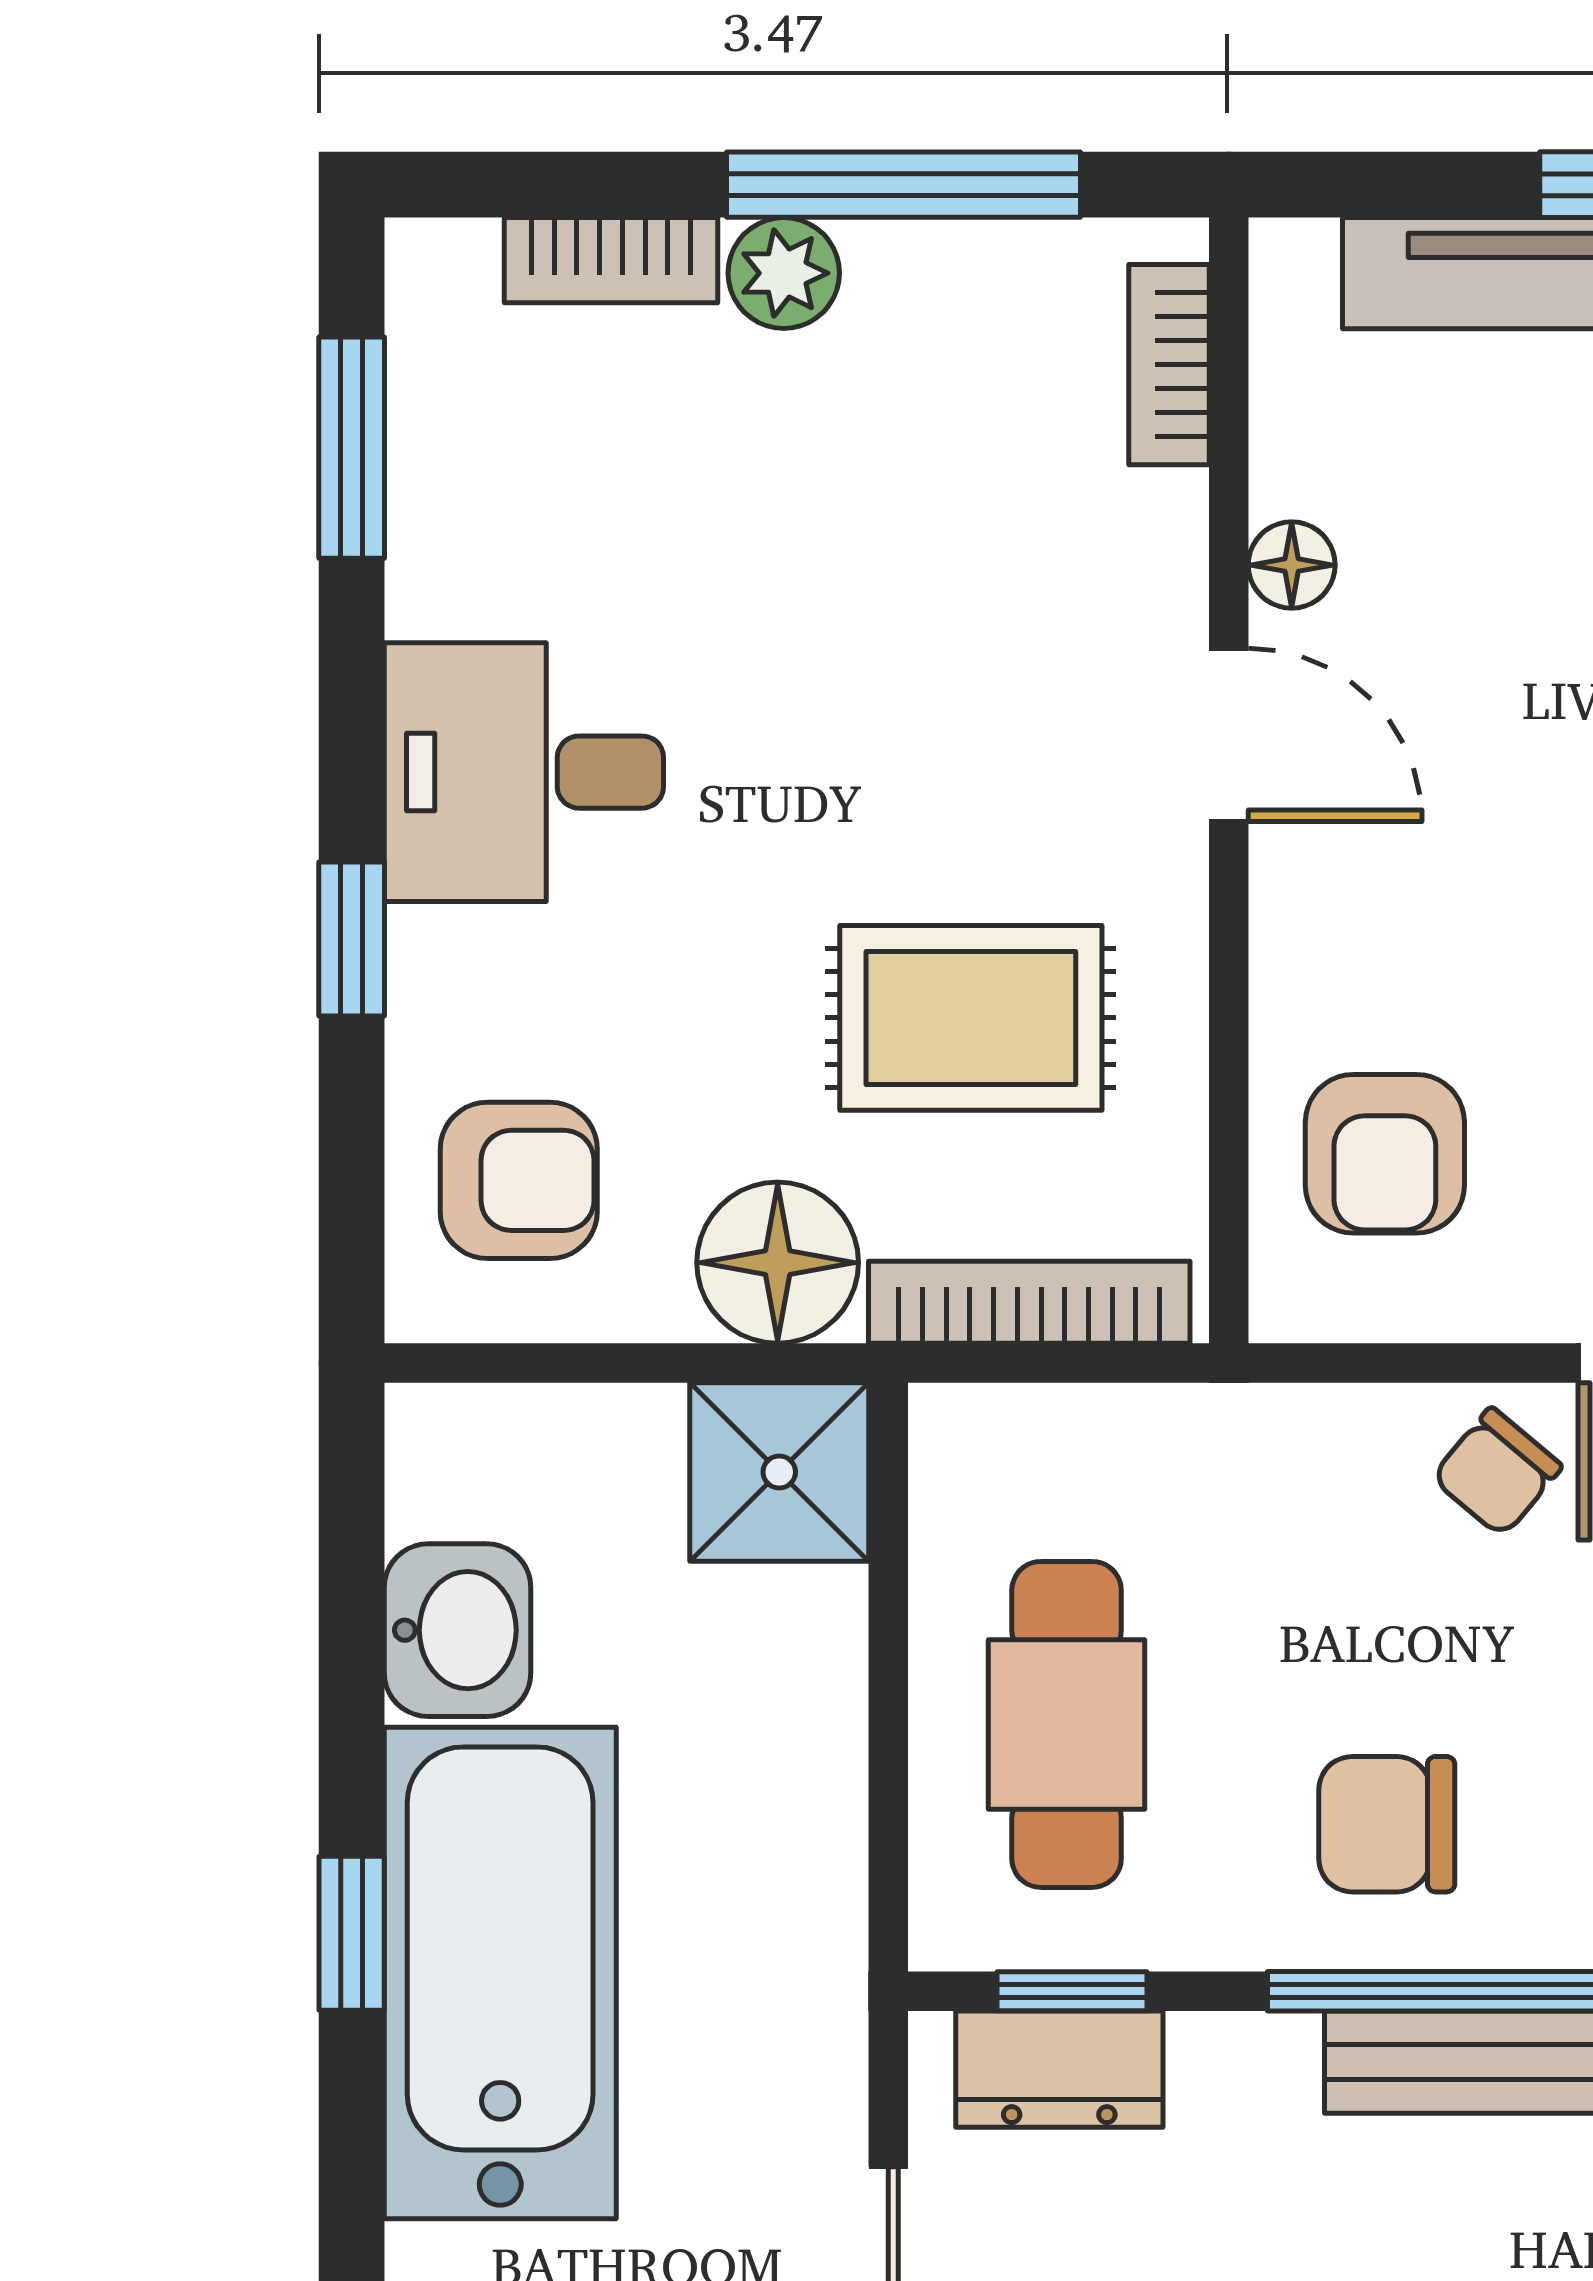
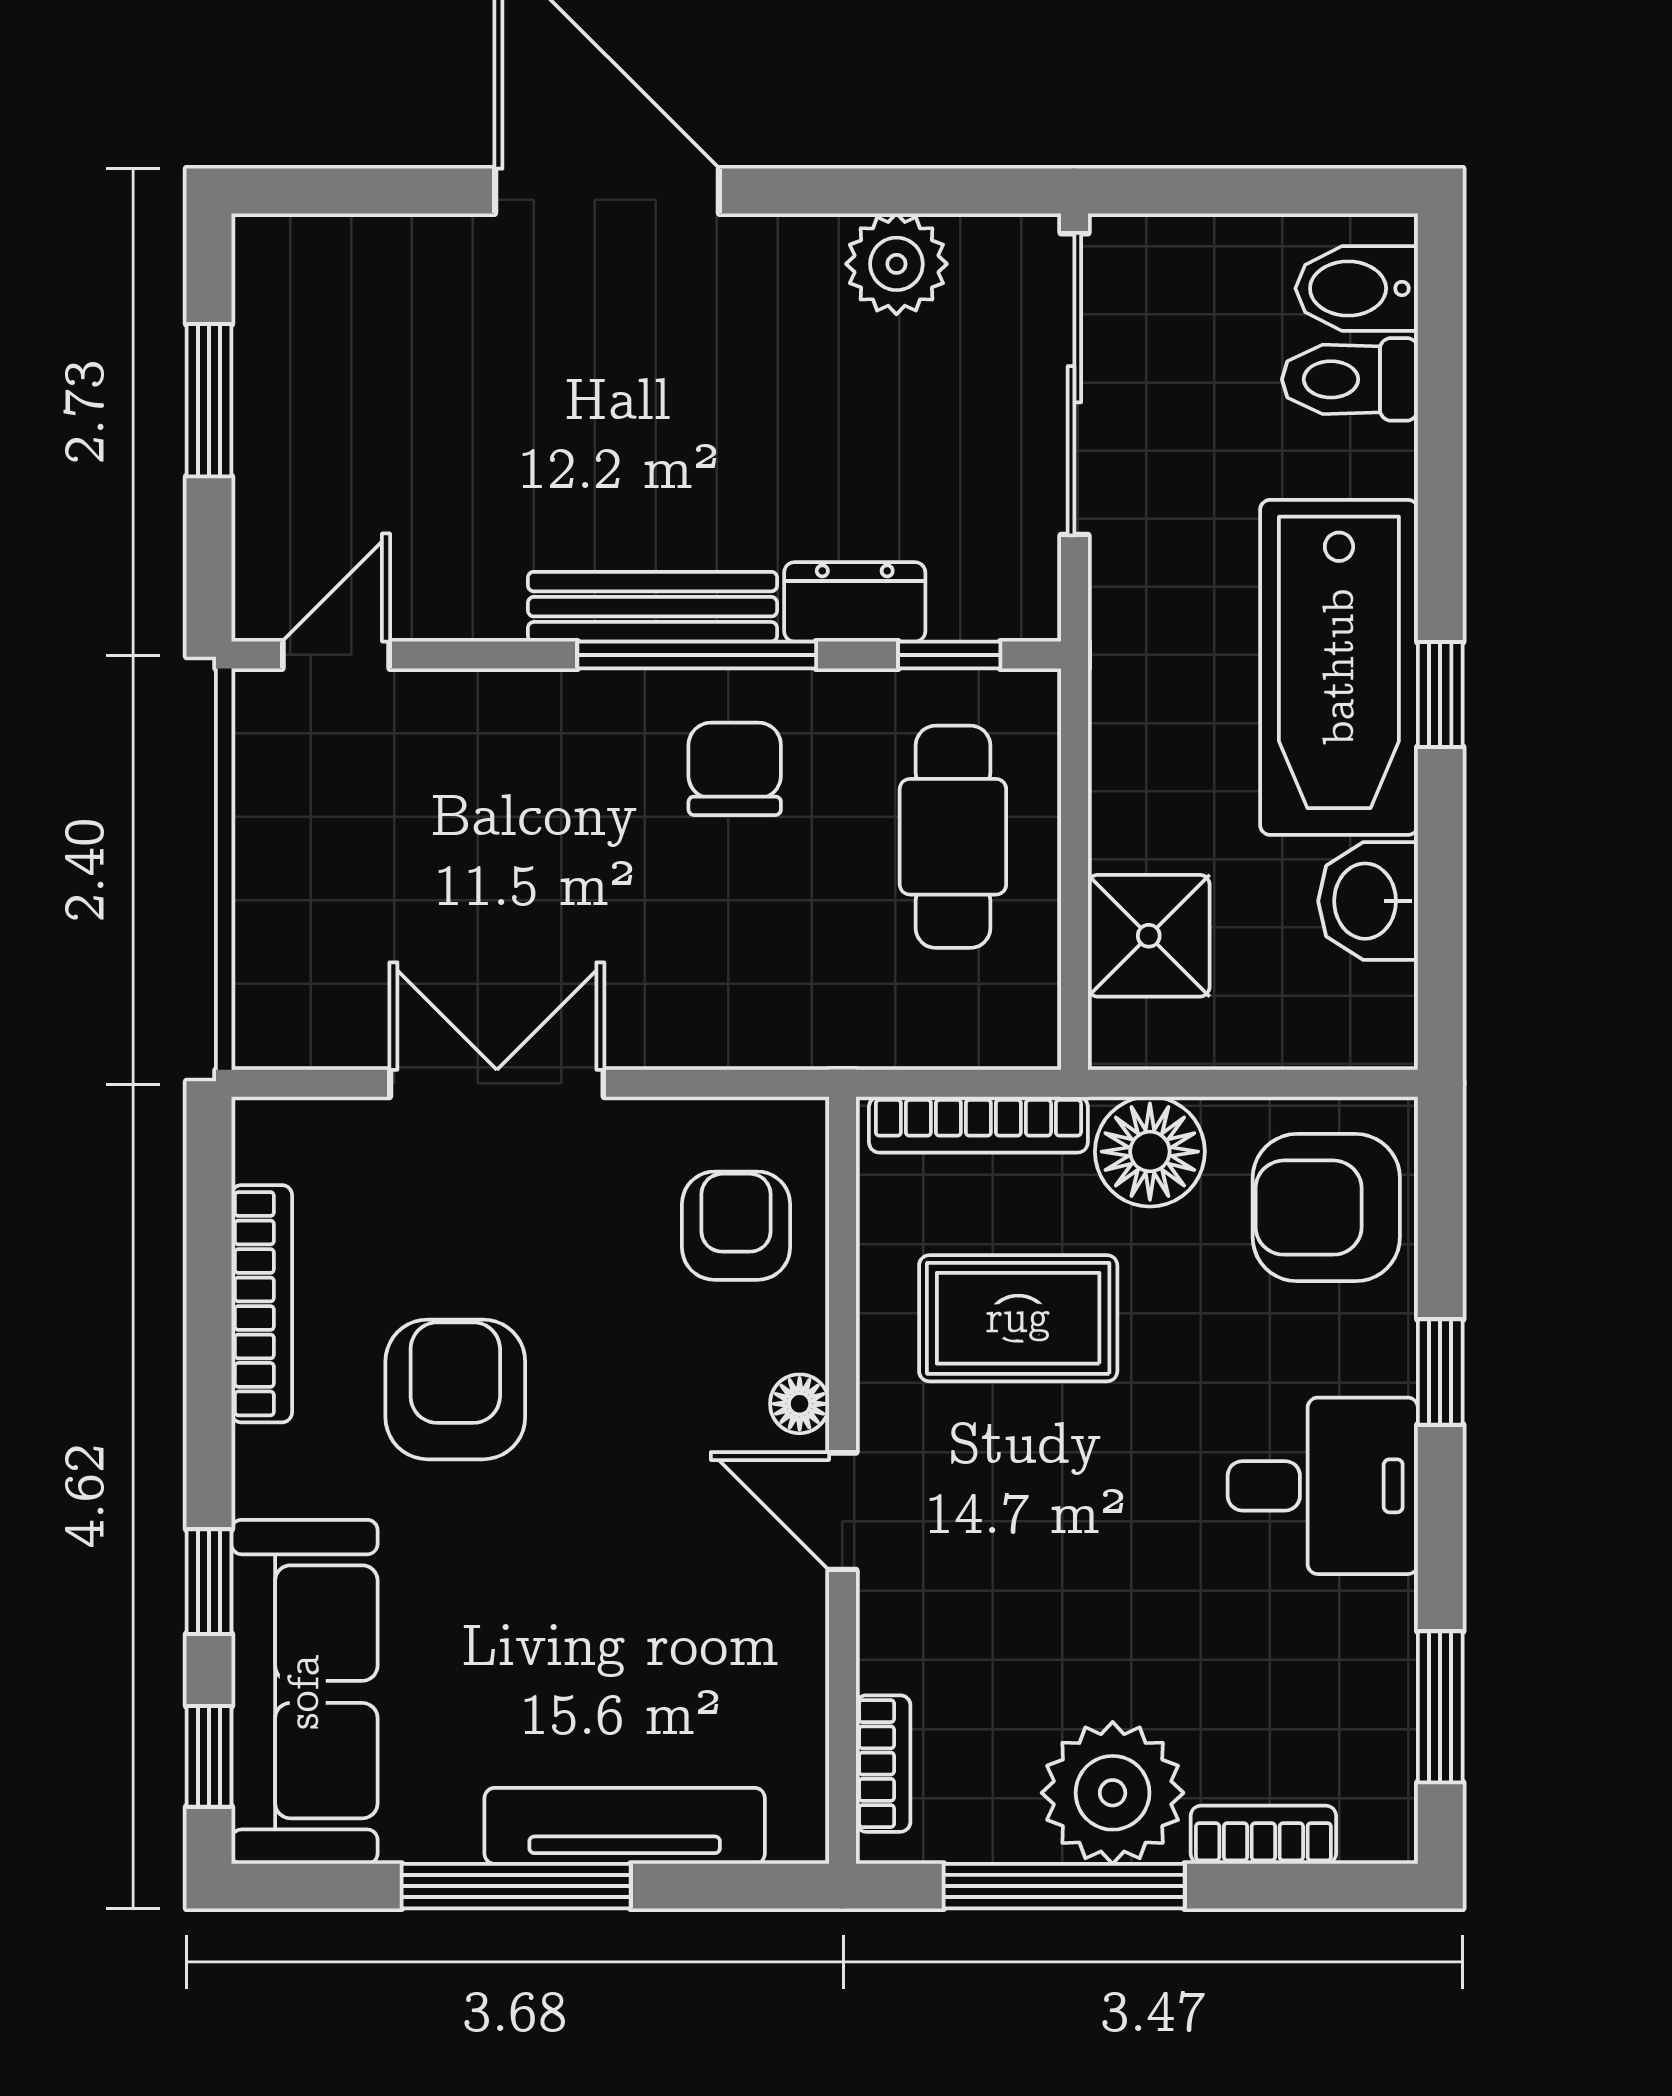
plant: (784, 273) -> (1113, 1793), width x1.88, depth x1.88
floor lamp: (1292, 565) -> (800, 1404), moved
armchair: (519, 1180) -> (1326, 1208), width x1.38, depth x1.38
shower: (779, 1472) -> (1149, 936), moved
chair: (1497, 1472) -> (660, 1009), removed
chair: (1387, 1824) -> (735, 769), turned -90
dresser: (1059, 2069) -> (855, 602), moved

